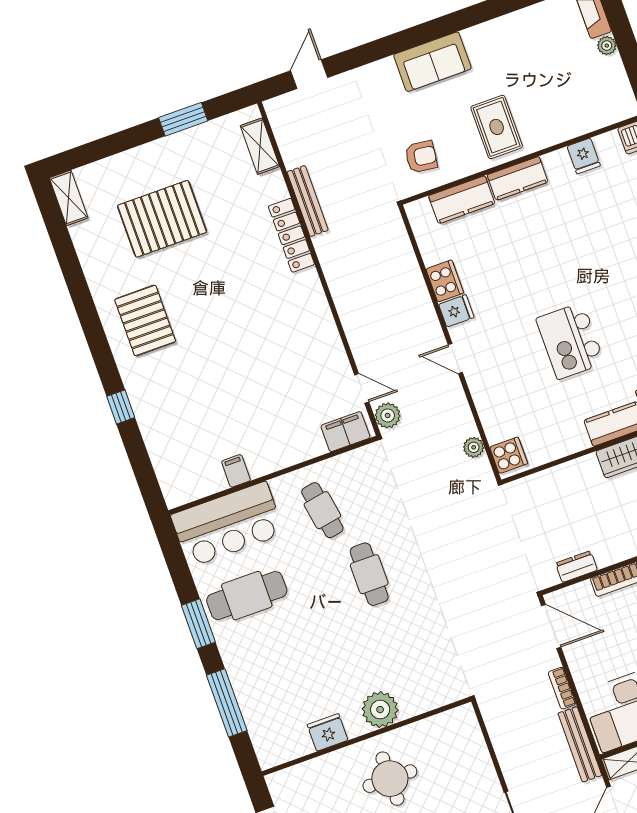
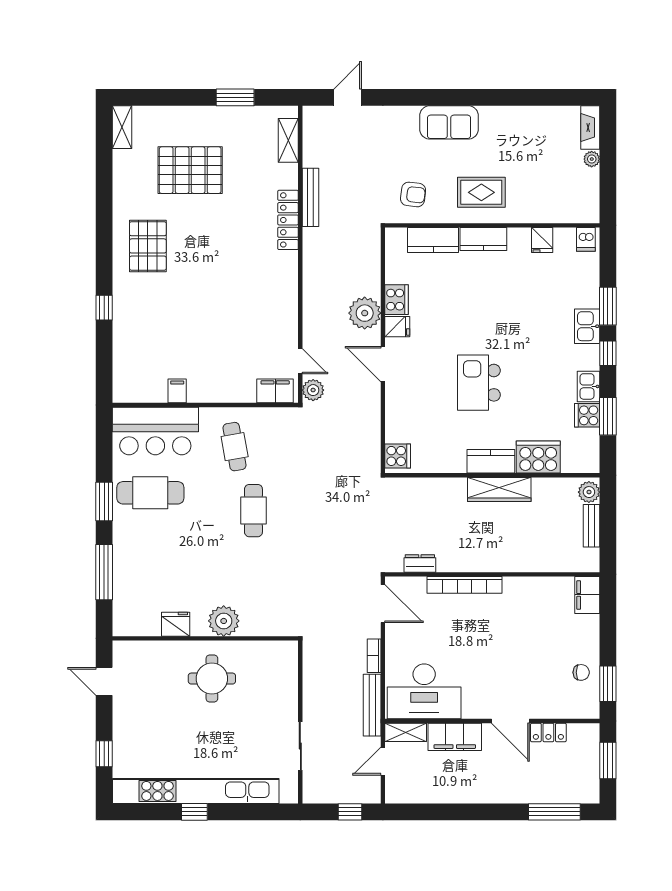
rug: (497, 127) -> (481, 192), turned 90
door: (455, 359) -> (383, 364), width x1.38
plant: (474, 447) -> (365, 313), moved, width x1.87, depth x1.87

